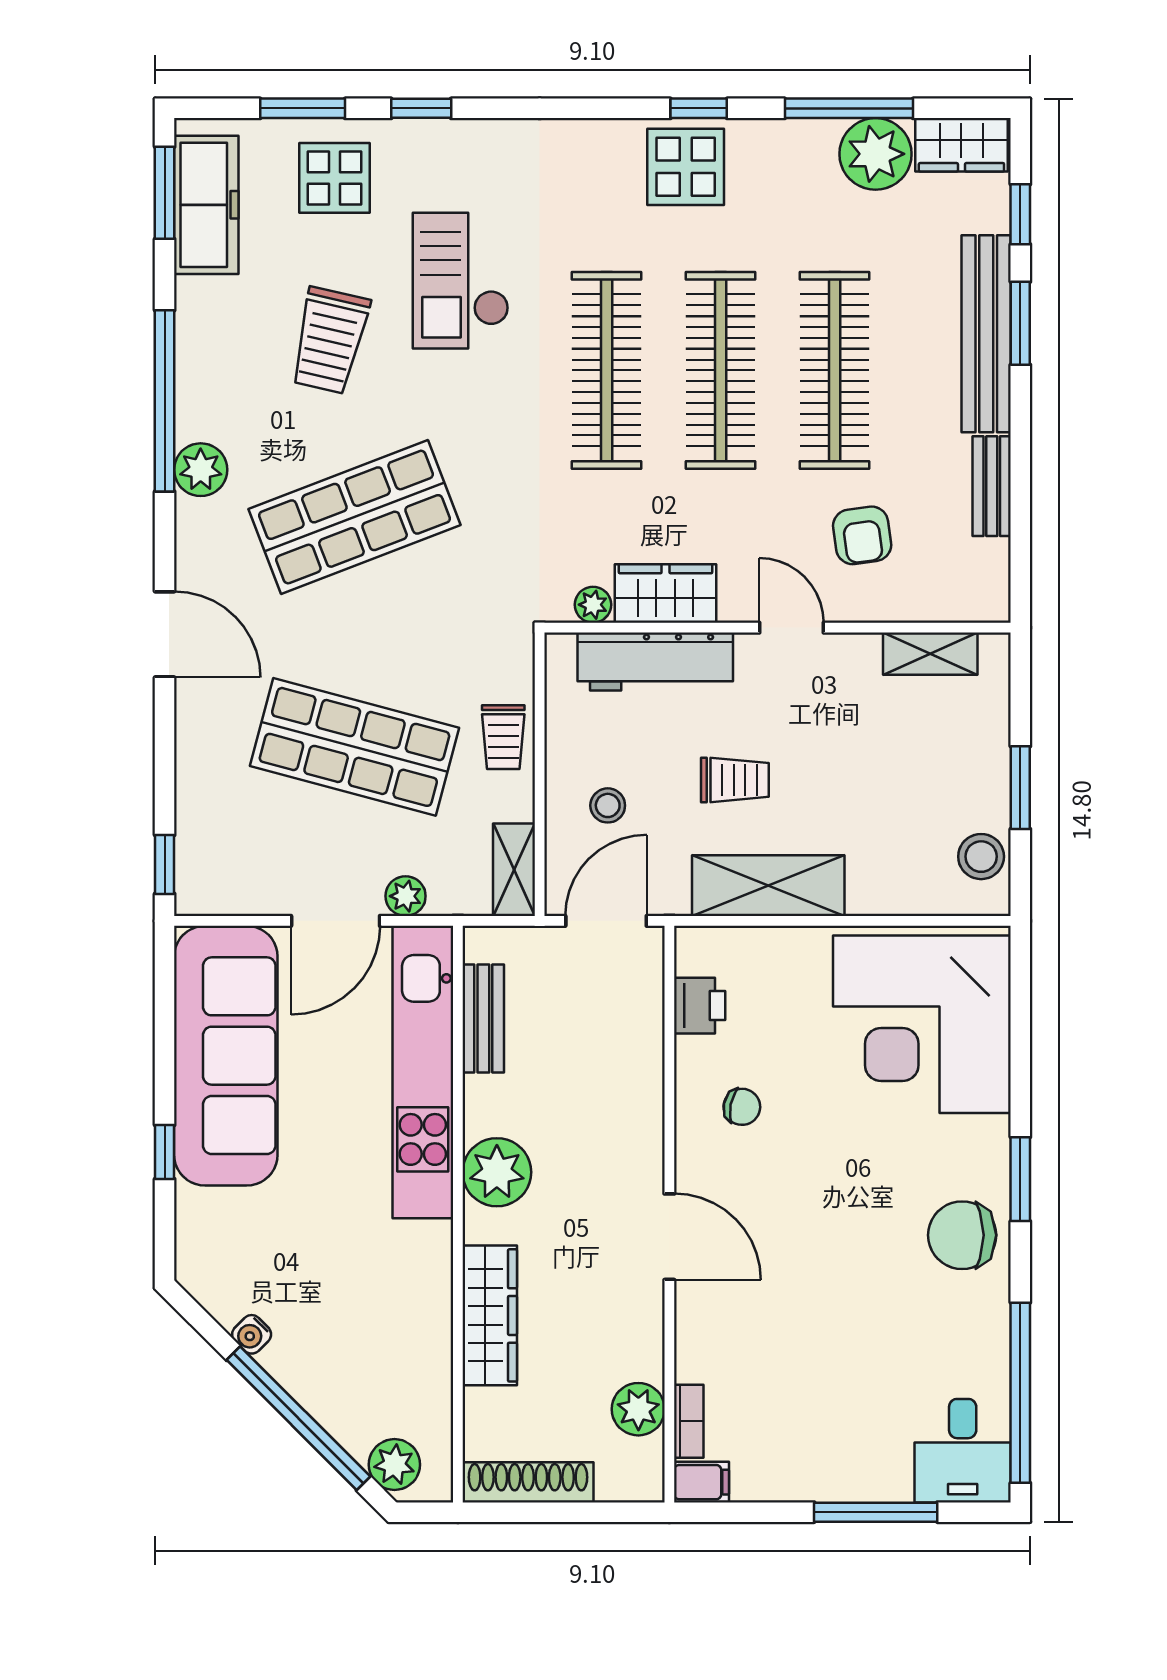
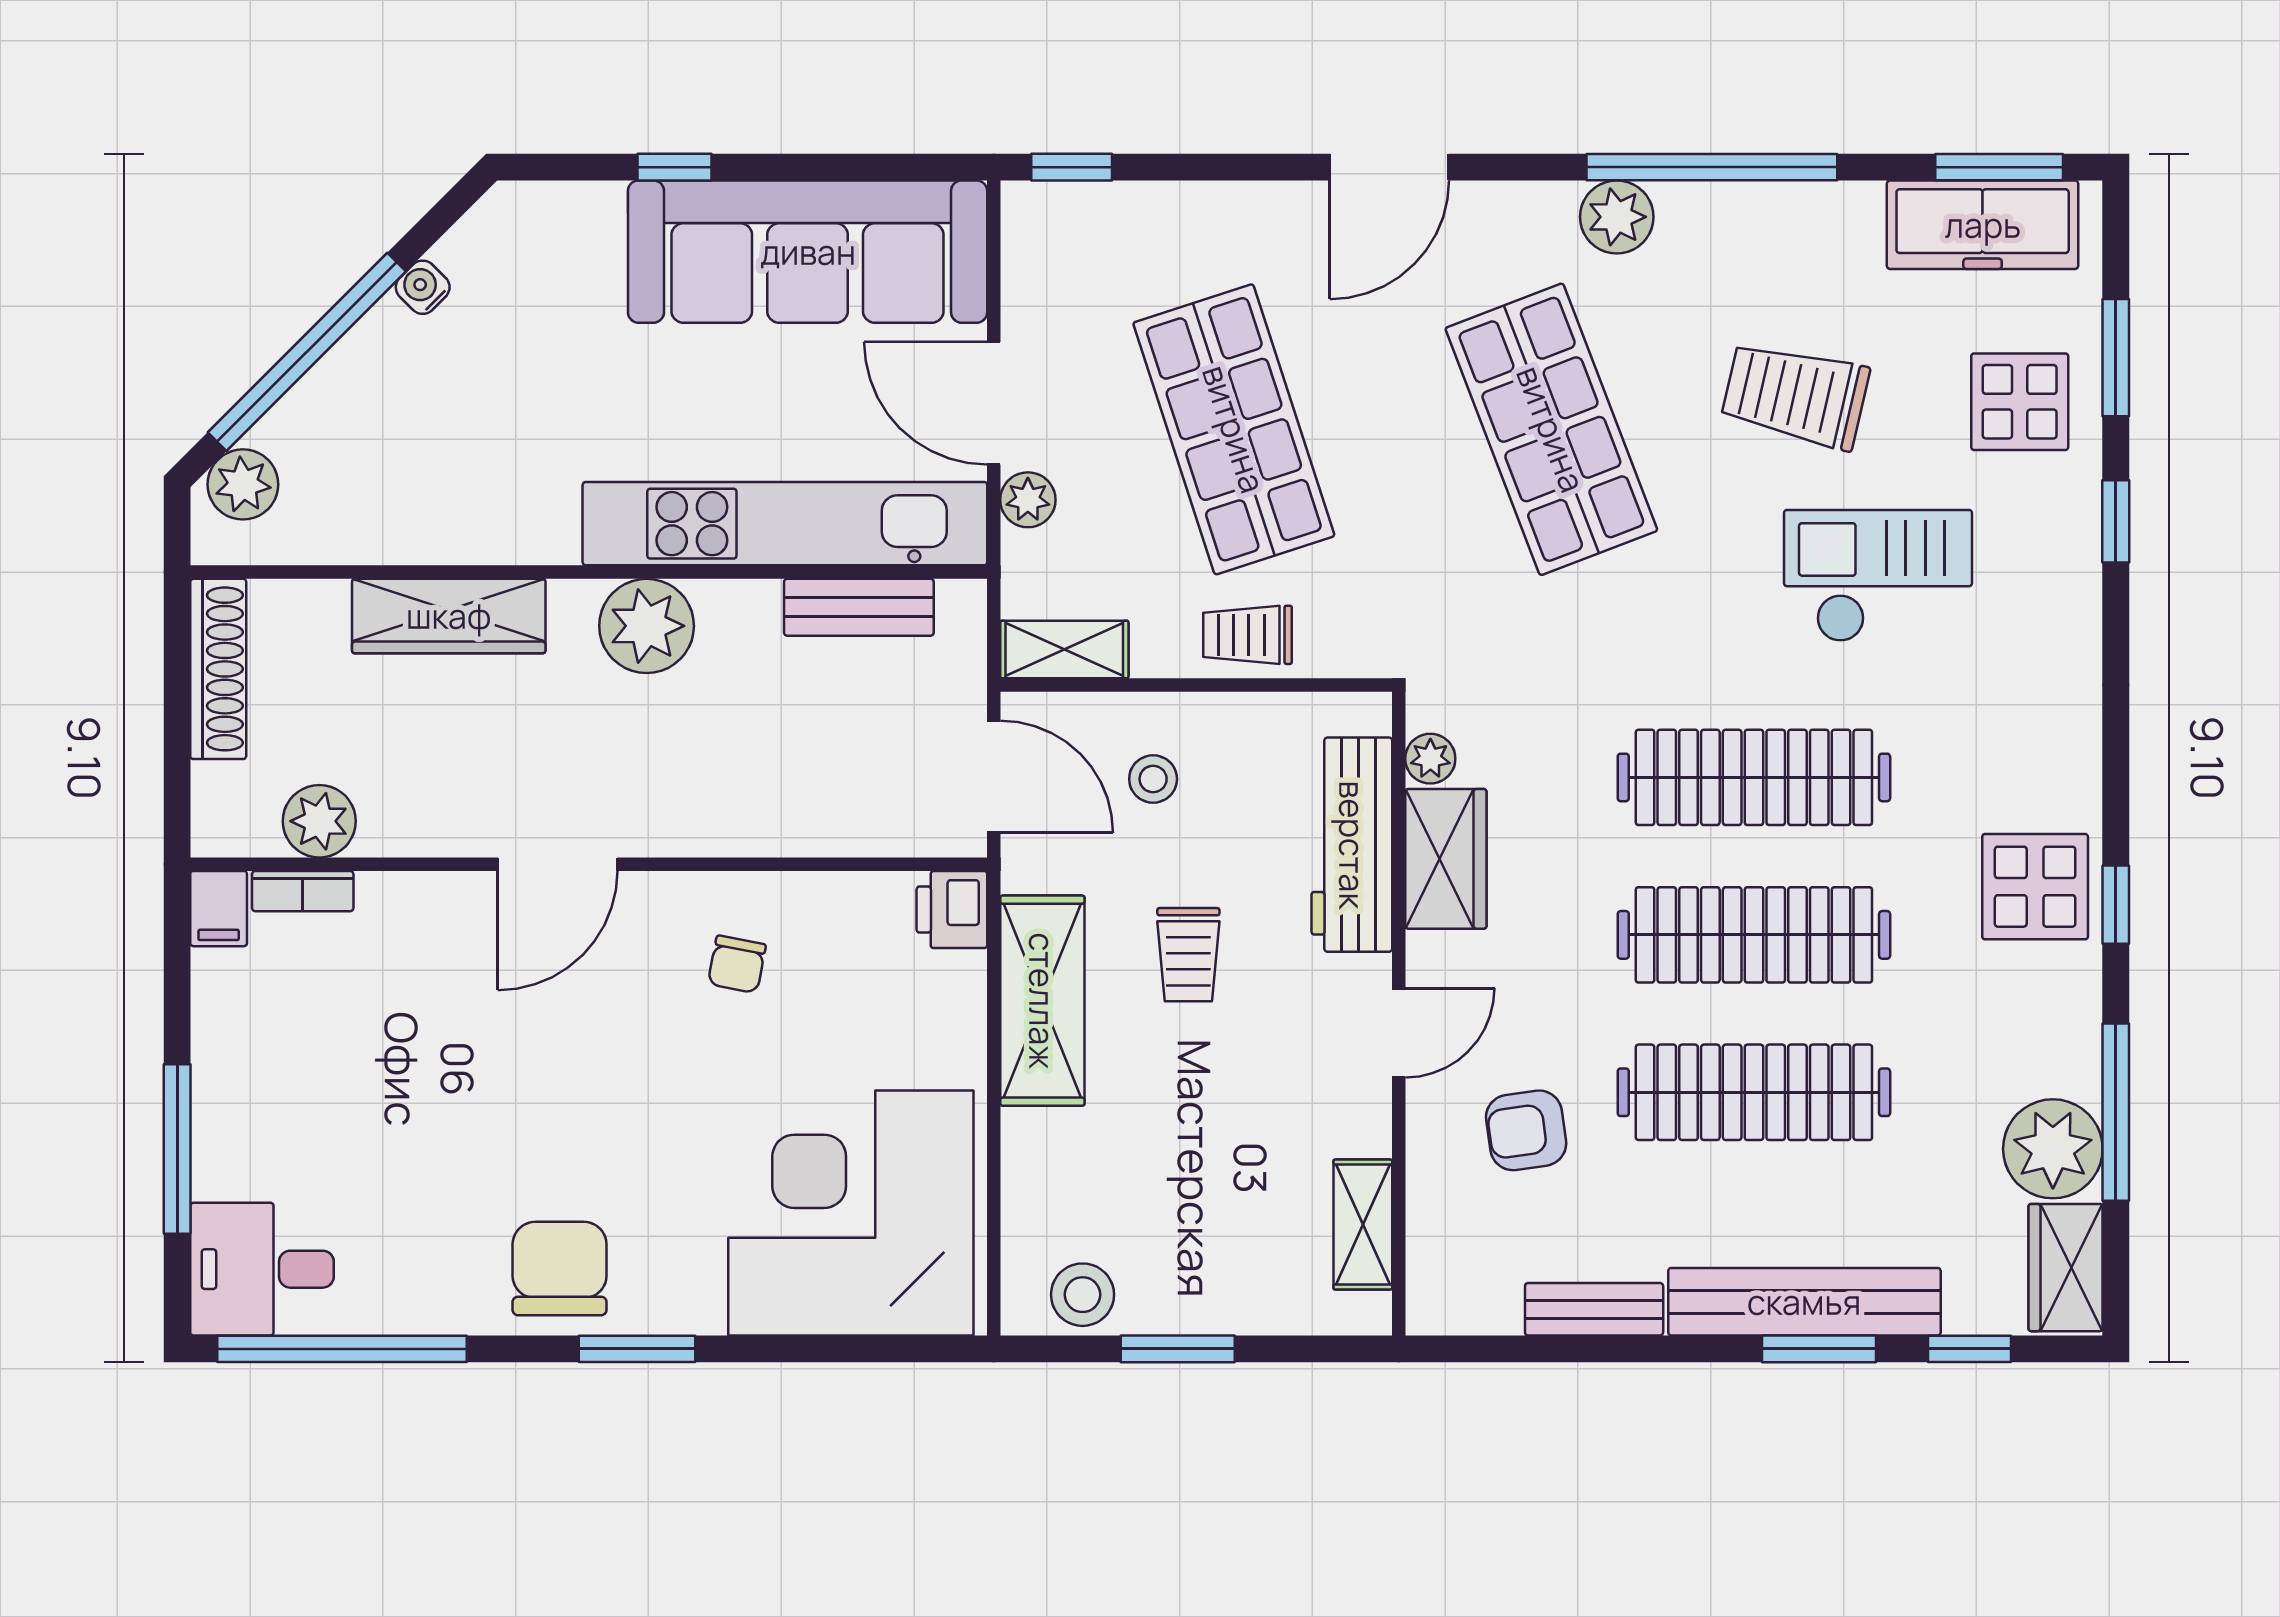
shop shelf: (354, 747) -> (1234, 429), turned -33
printer: (700, 1006) -> (952, 910), moved, turned 90

